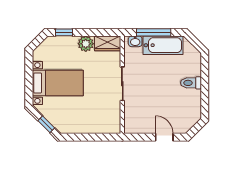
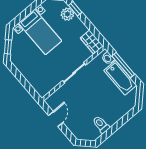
plant: (86, 44) -> (67, 14), moved
toilet: (191, 83) -> (101, 125), moved
door: (164, 137) -> (56, 119), moved

